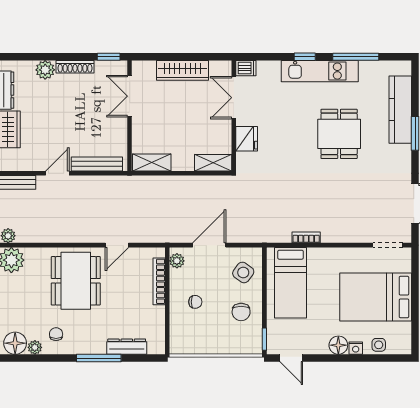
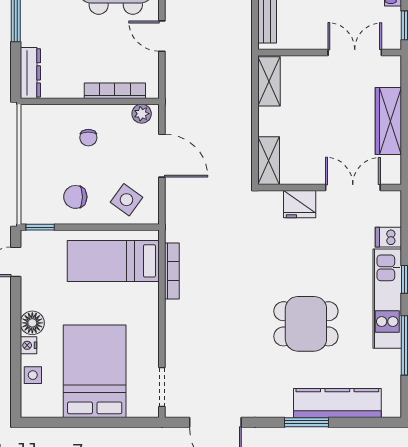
dishwasher: (246, 68) -> (388, 237), moved, turned 90
bookcase: (306, 237) -> (172, 271), width x1.56
dresser: (127, 347) -> (30, 73), moved

